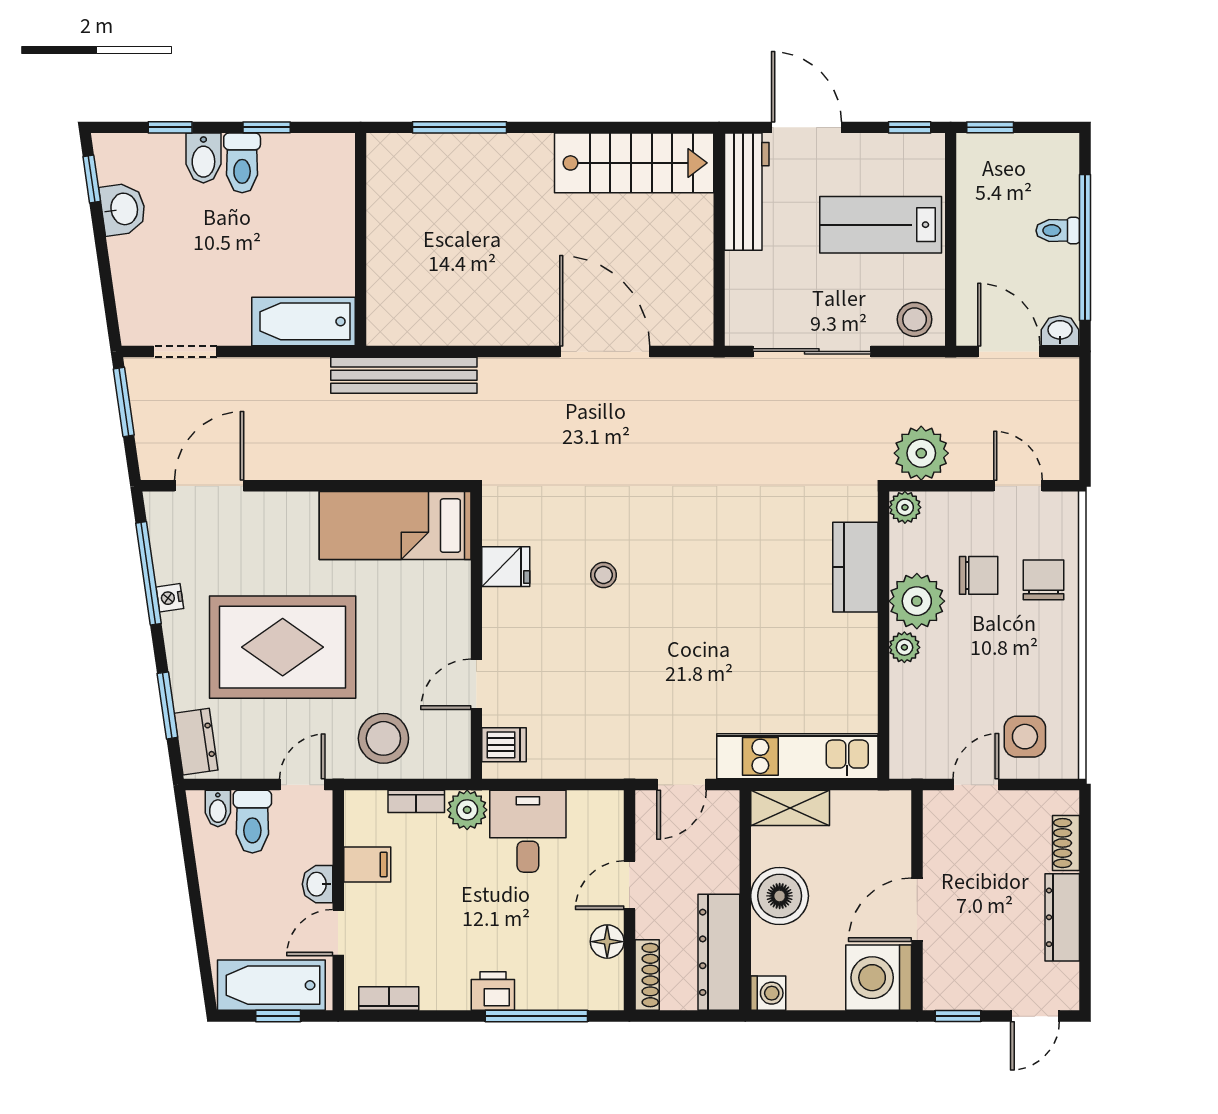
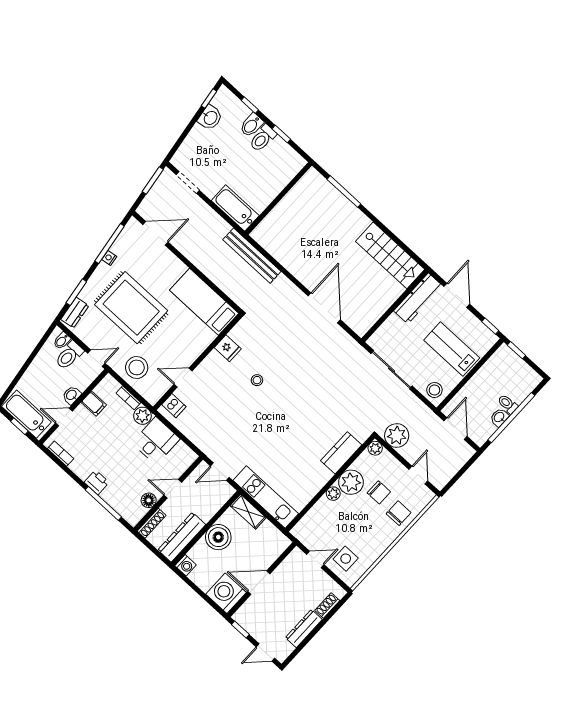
washbasin: (1060, 331) -> (499, 417), moved, turned -90

